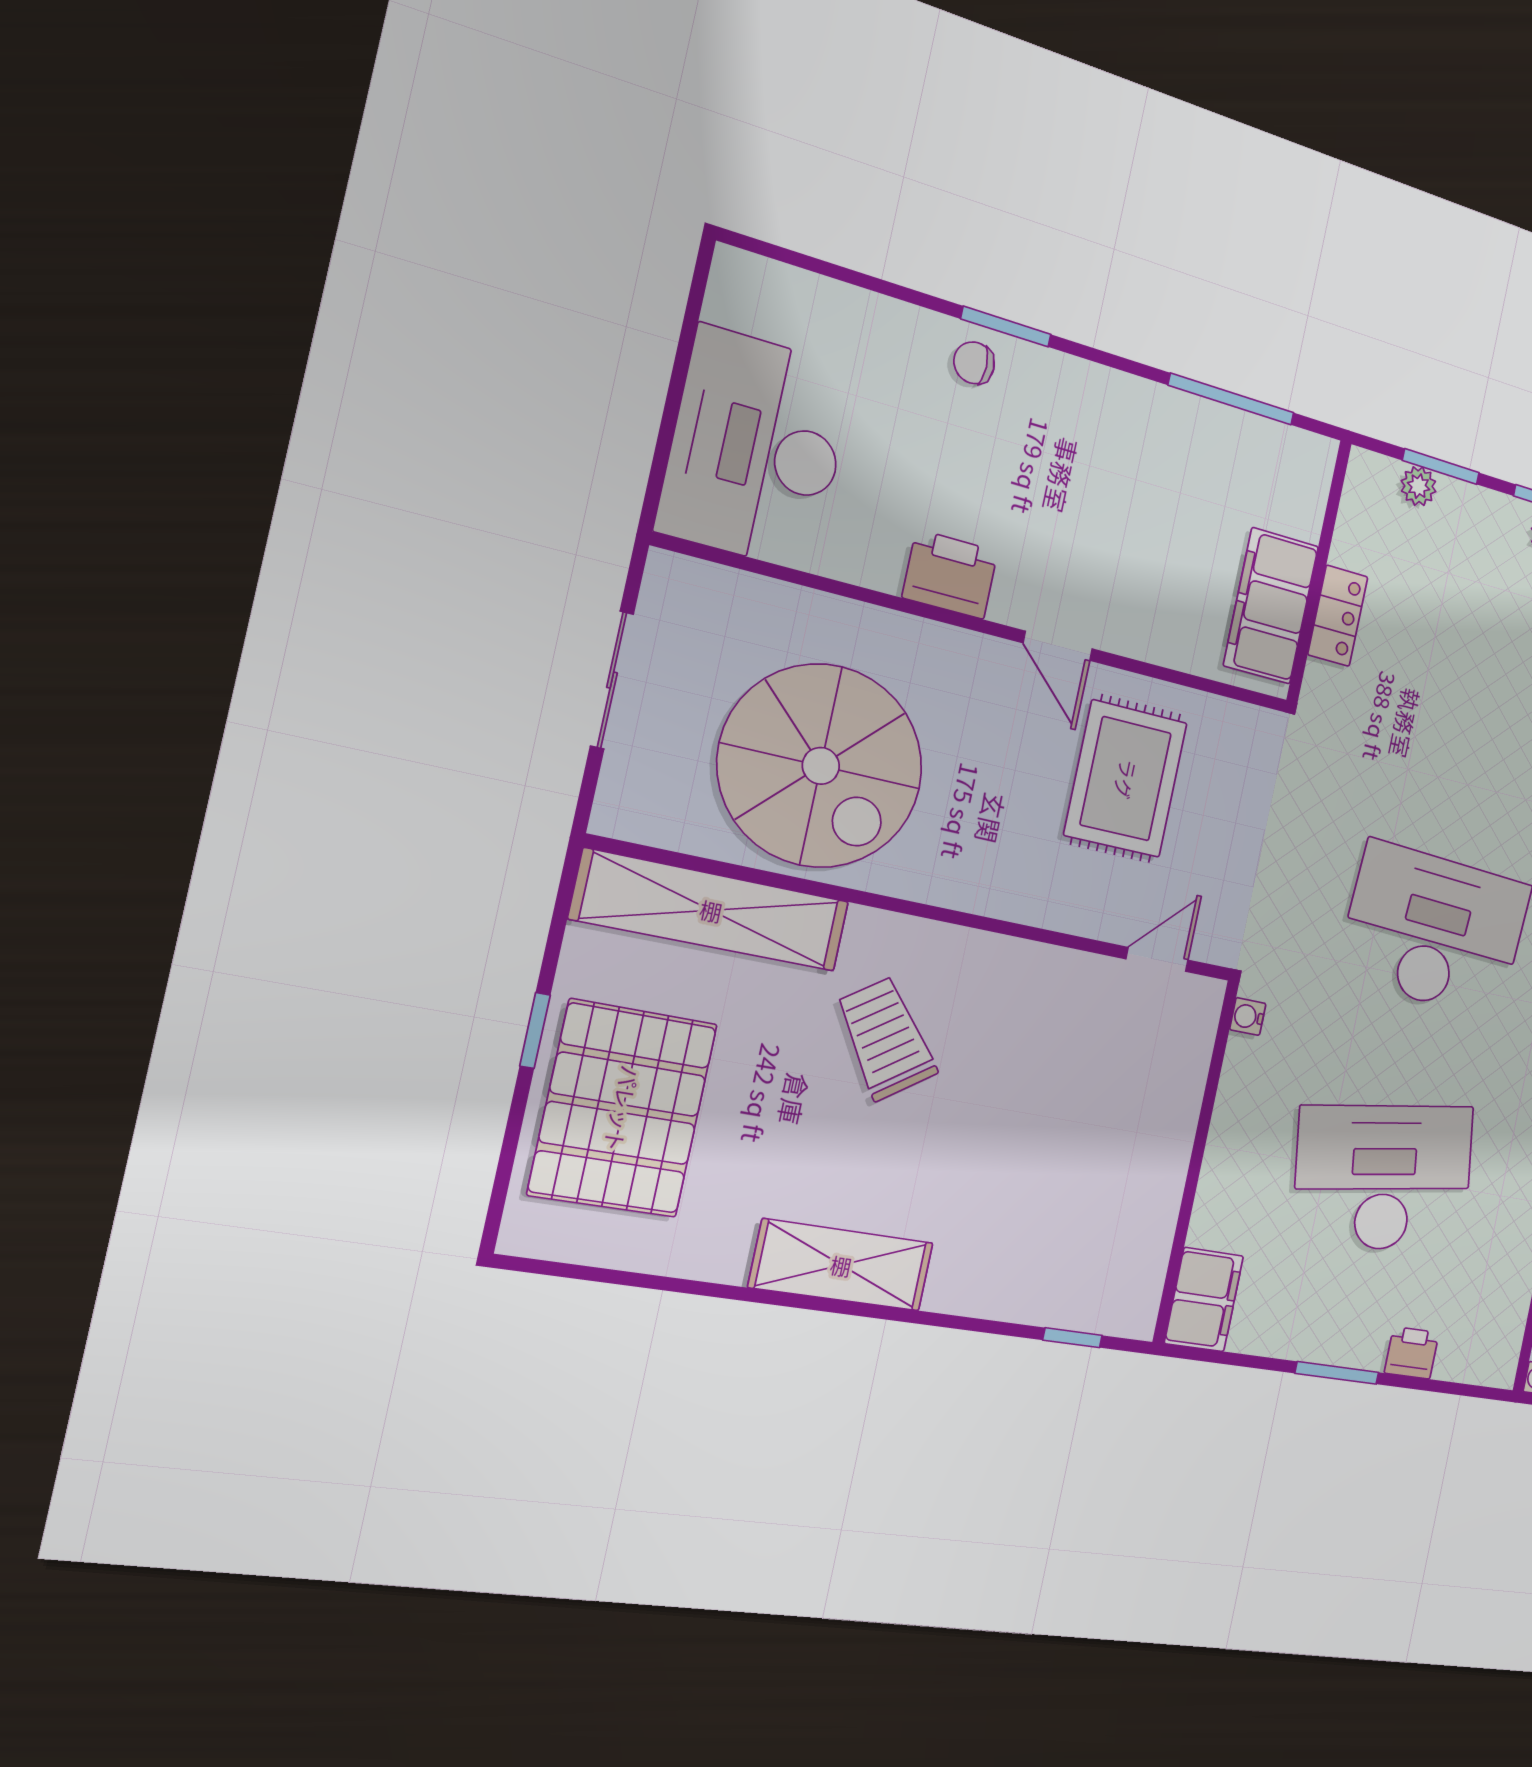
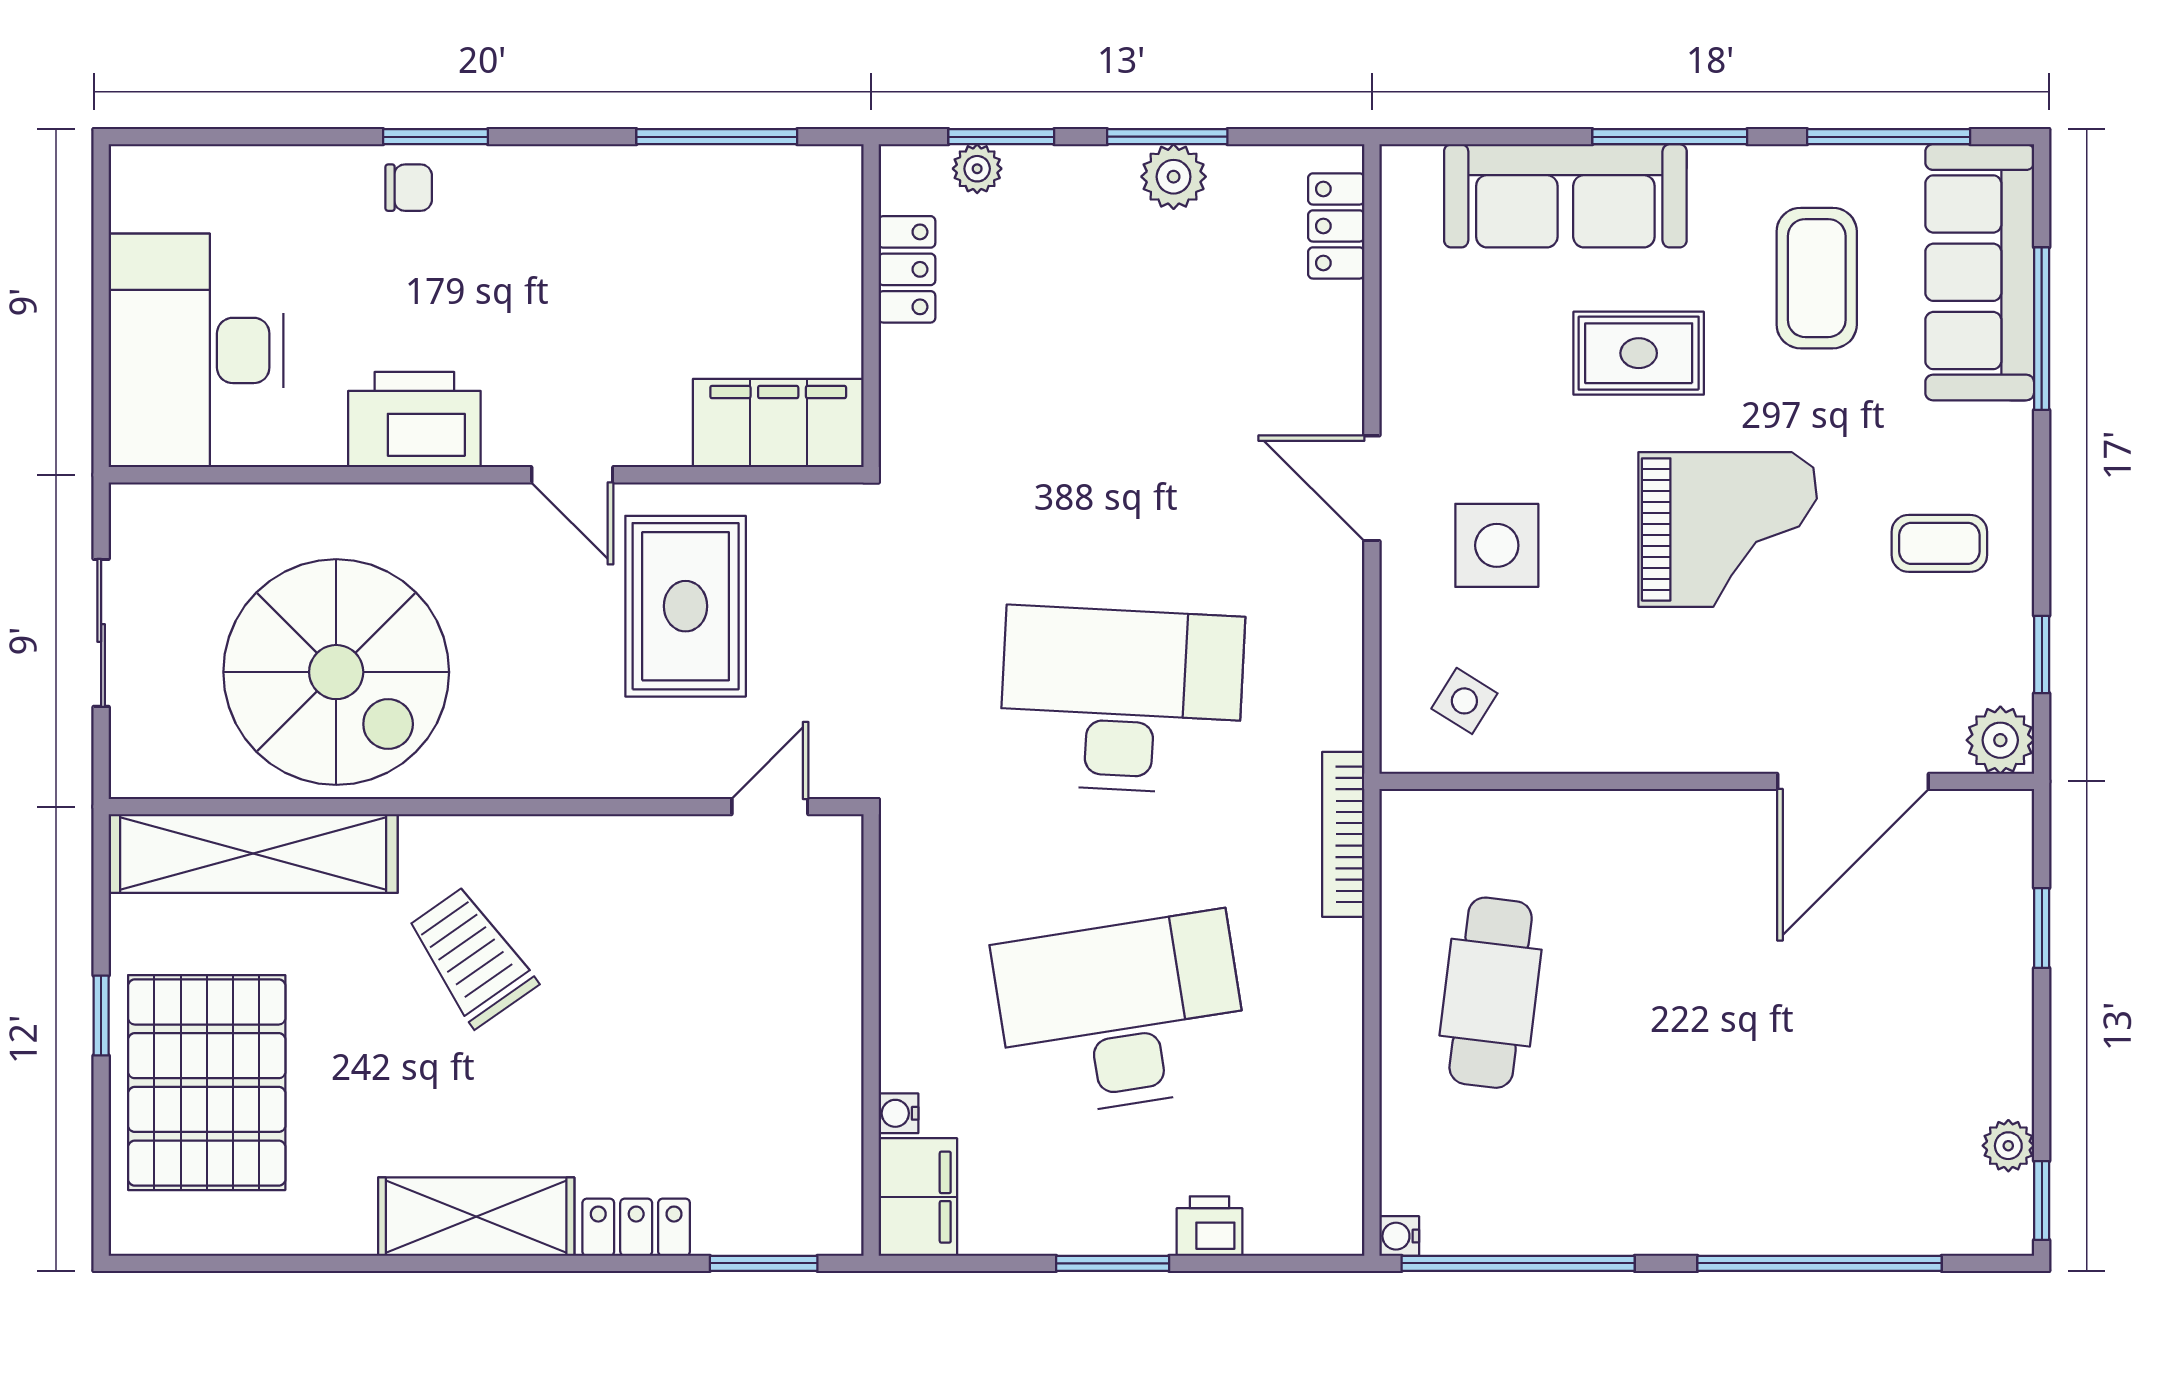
chair: (974, 363) -> (409, 188), turned 180
printer: (950, 574) -> (414, 420), width x1.37, depth x1.19
filing cabinet: (1271, 606) -> (778, 423), moved, turned 90
locker: (1338, 616) -> (907, 269), moved
water cooler: (1248, 1017) -> (898, 1113), moved
locker: (975, 1293) -> (636, 1227), added
window: (1073, 1338) -> (764, 1263), width x1.50

